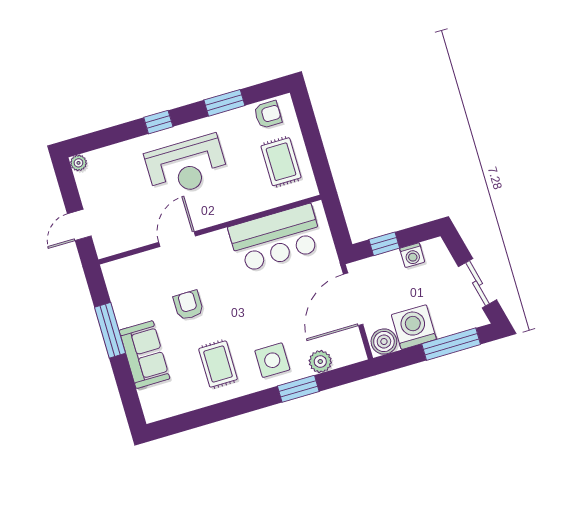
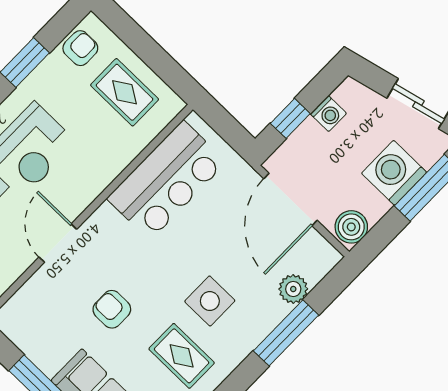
washing machine: (414, 327) -> (394, 173), moved
side table: (272, 360) -> (210, 301), moved
window: (298, 389) -> (286, 333), width x1.44

